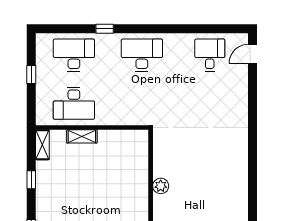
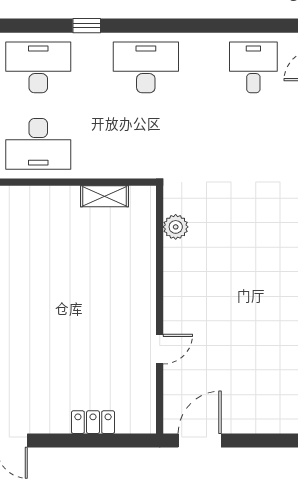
shelving: (82, 136) -> (105, 196), moved
plant: (161, 186) -> (176, 227), moved

